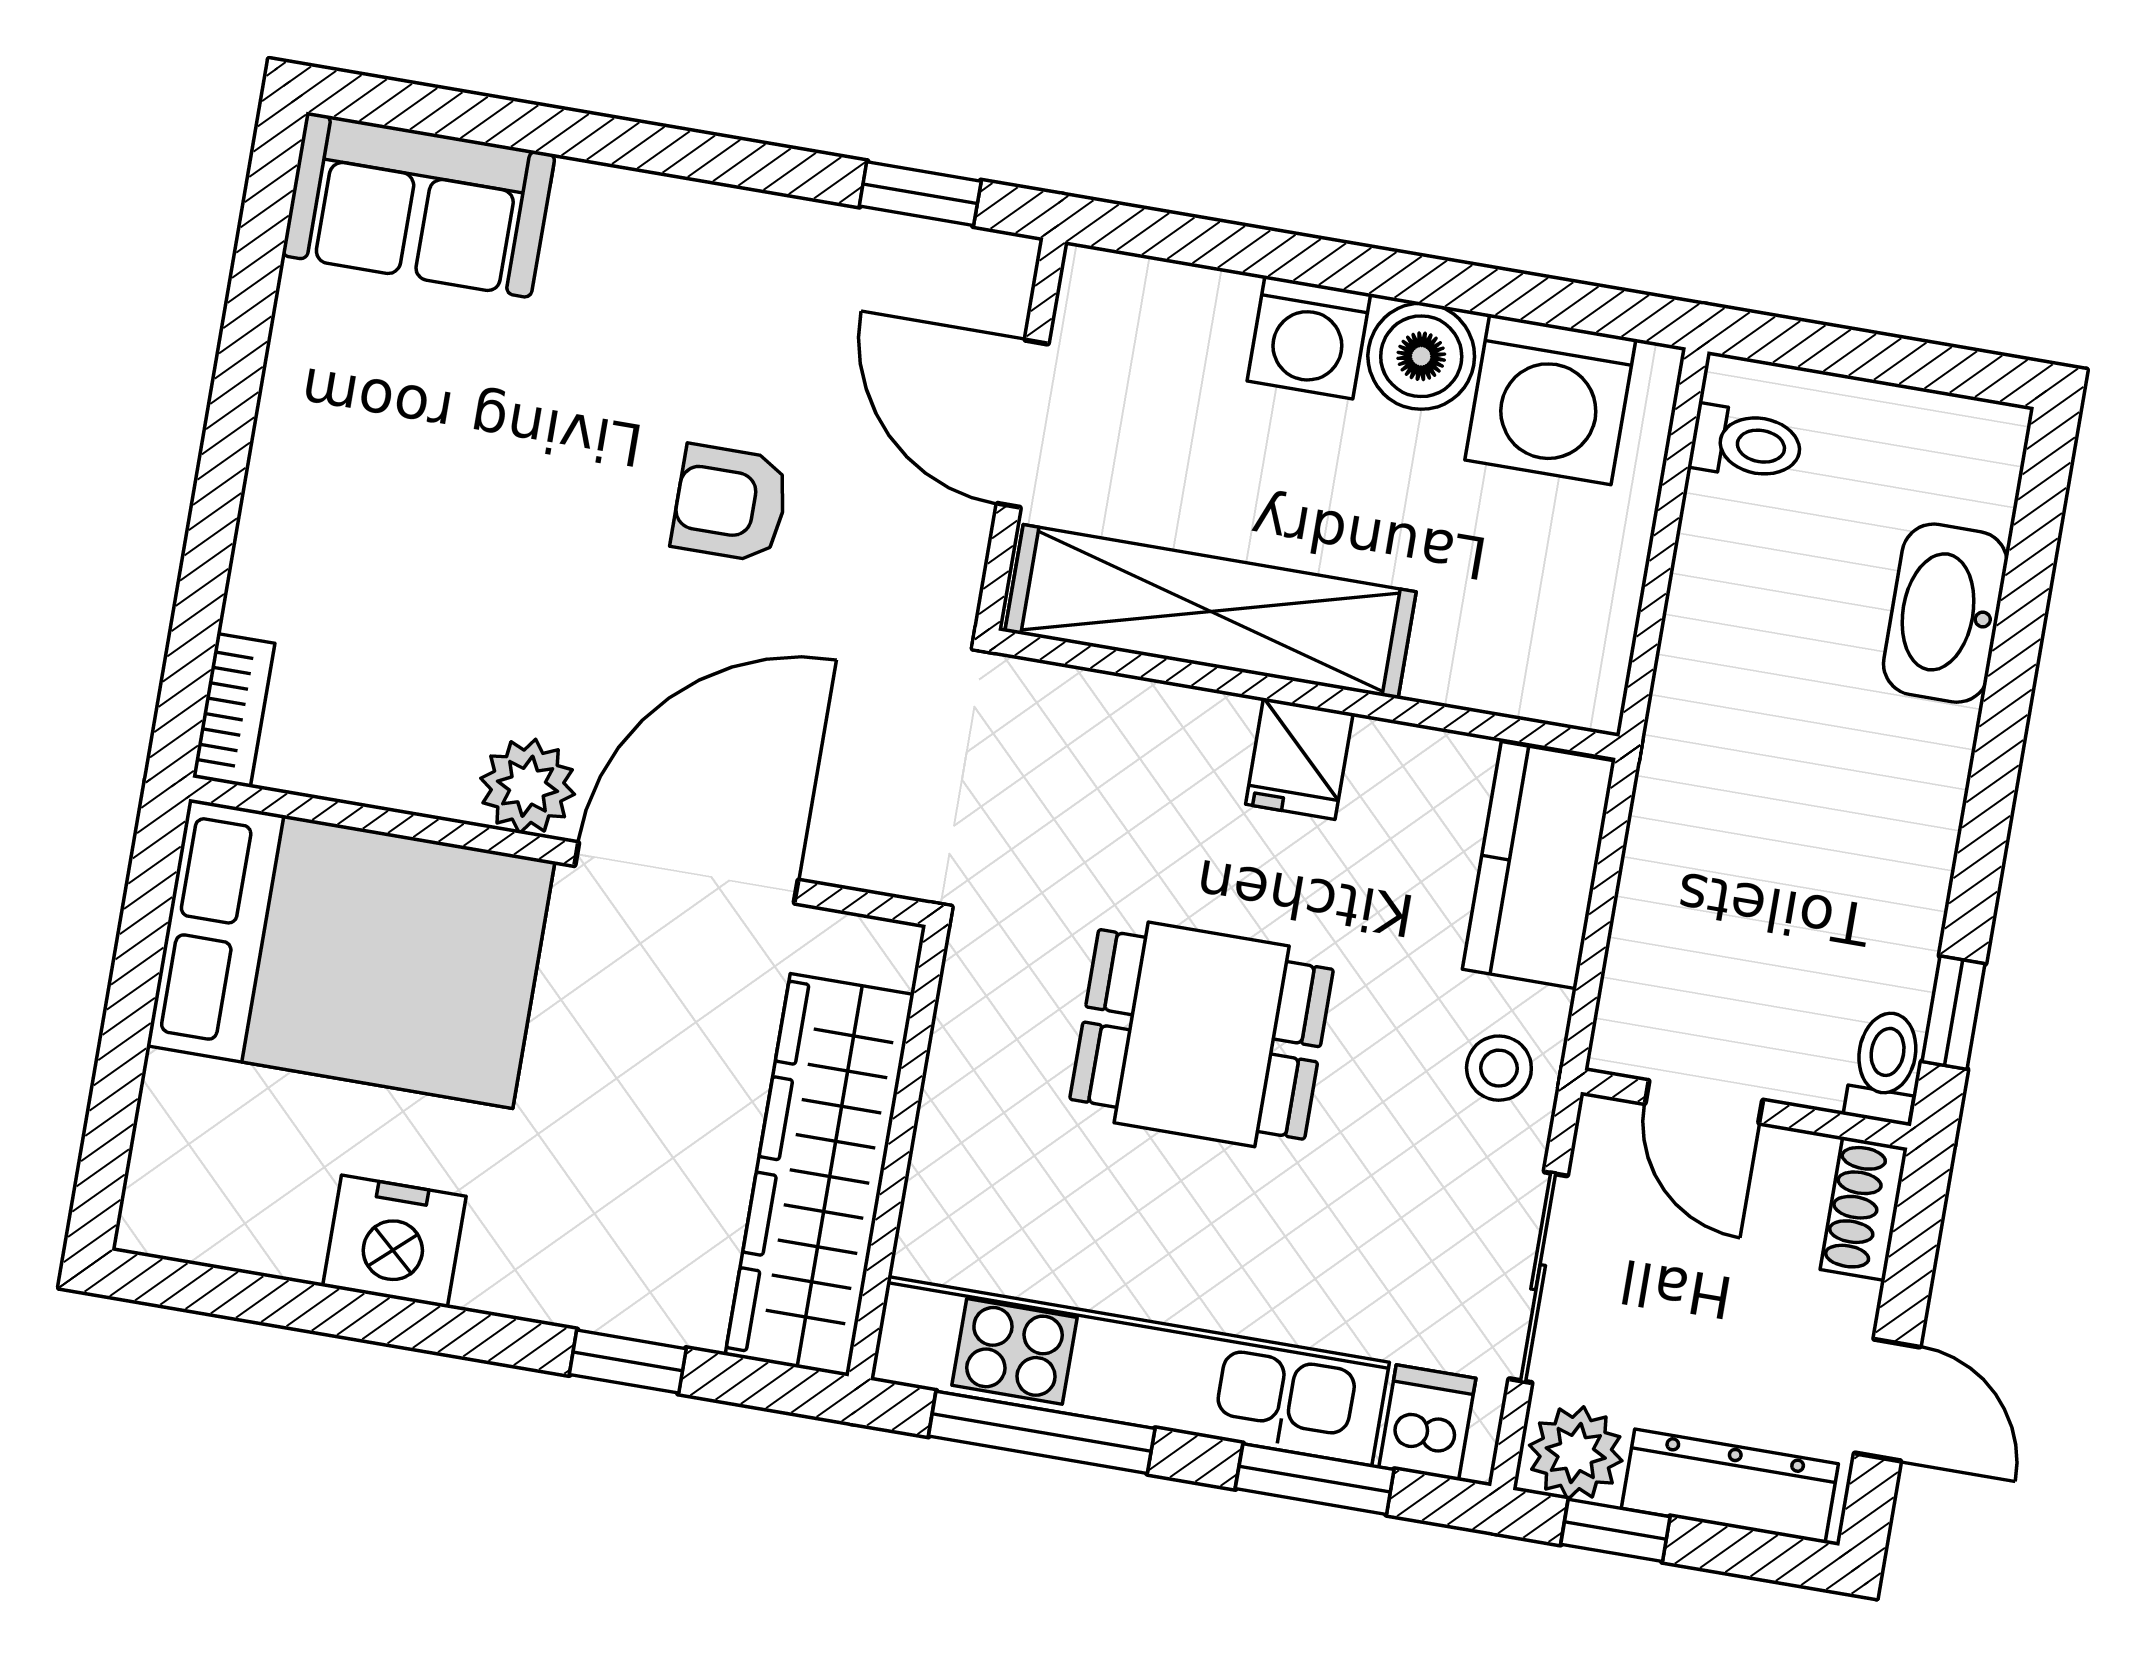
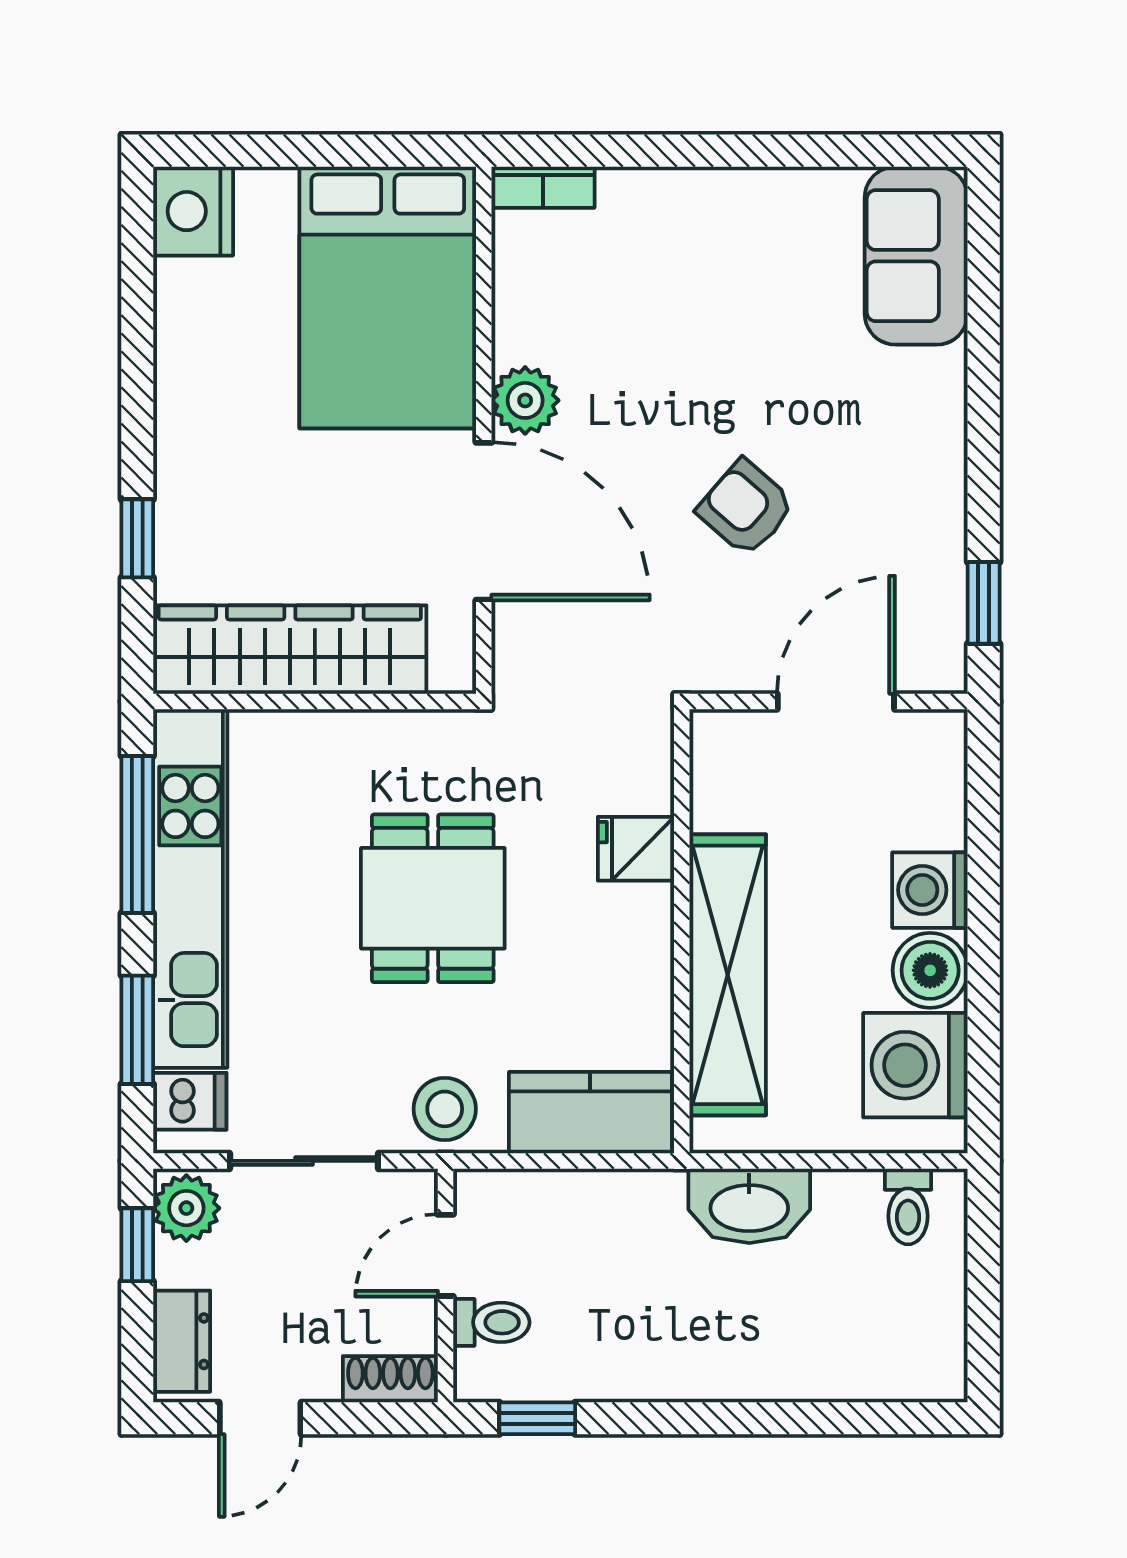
armchair: (730, 503) -> (746, 508), turned -49
shelving: (1211, 612) -> (728, 975), moved
washbasin: (1945, 613) -> (749, 1206), moved, turned 180
fridge: (1299, 759) -> (636, 849), moved
toilet: (1885, 1067) -> (491, 1322), moved
stool: (1499, 1068) -> (445, 1109), width x1.37, depth x1.37
nightstand: (394, 1241) -> (193, 211), moved
dresser: (1730, 1486) -> (182, 1341), width x0.70

